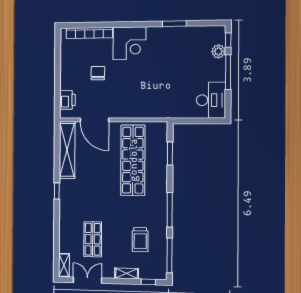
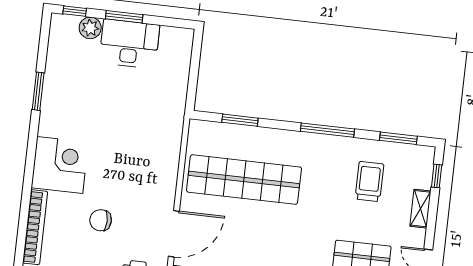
window: (228, 72) -> (124, 17), width x0.69
desk: (211, 100) -> (129, 44), moved
trolley: (140, 240) -> (369, 182), turned -90
window: (169, 255) -> (398, 138), width x0.69

